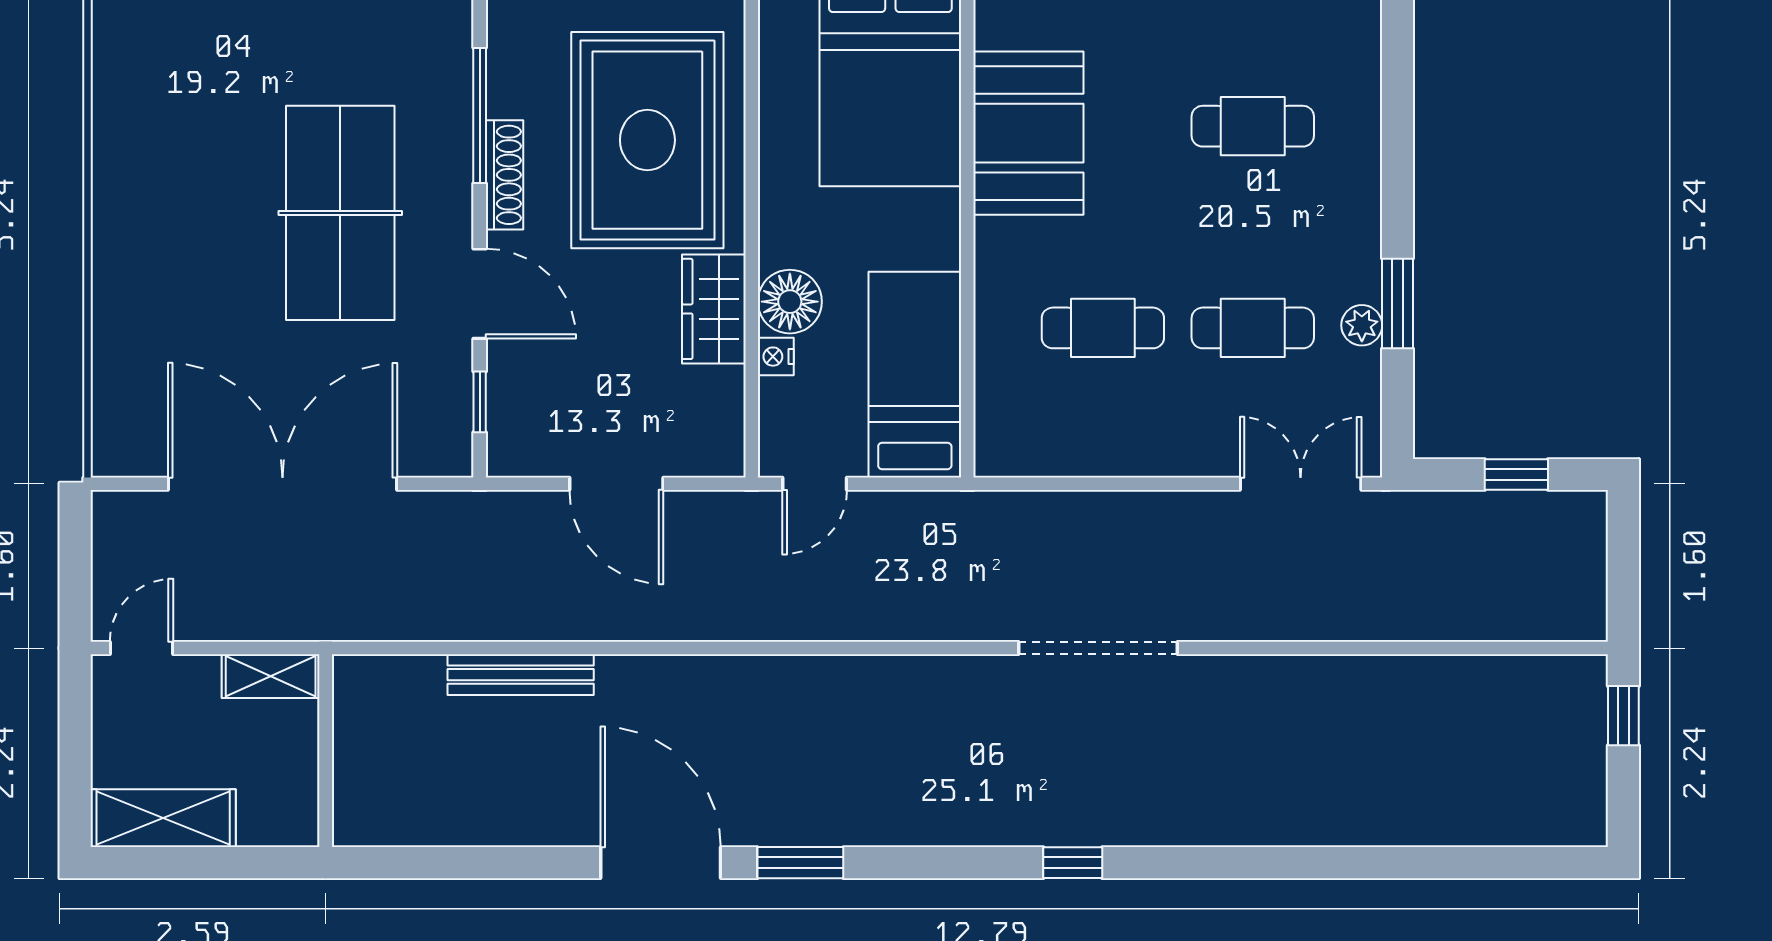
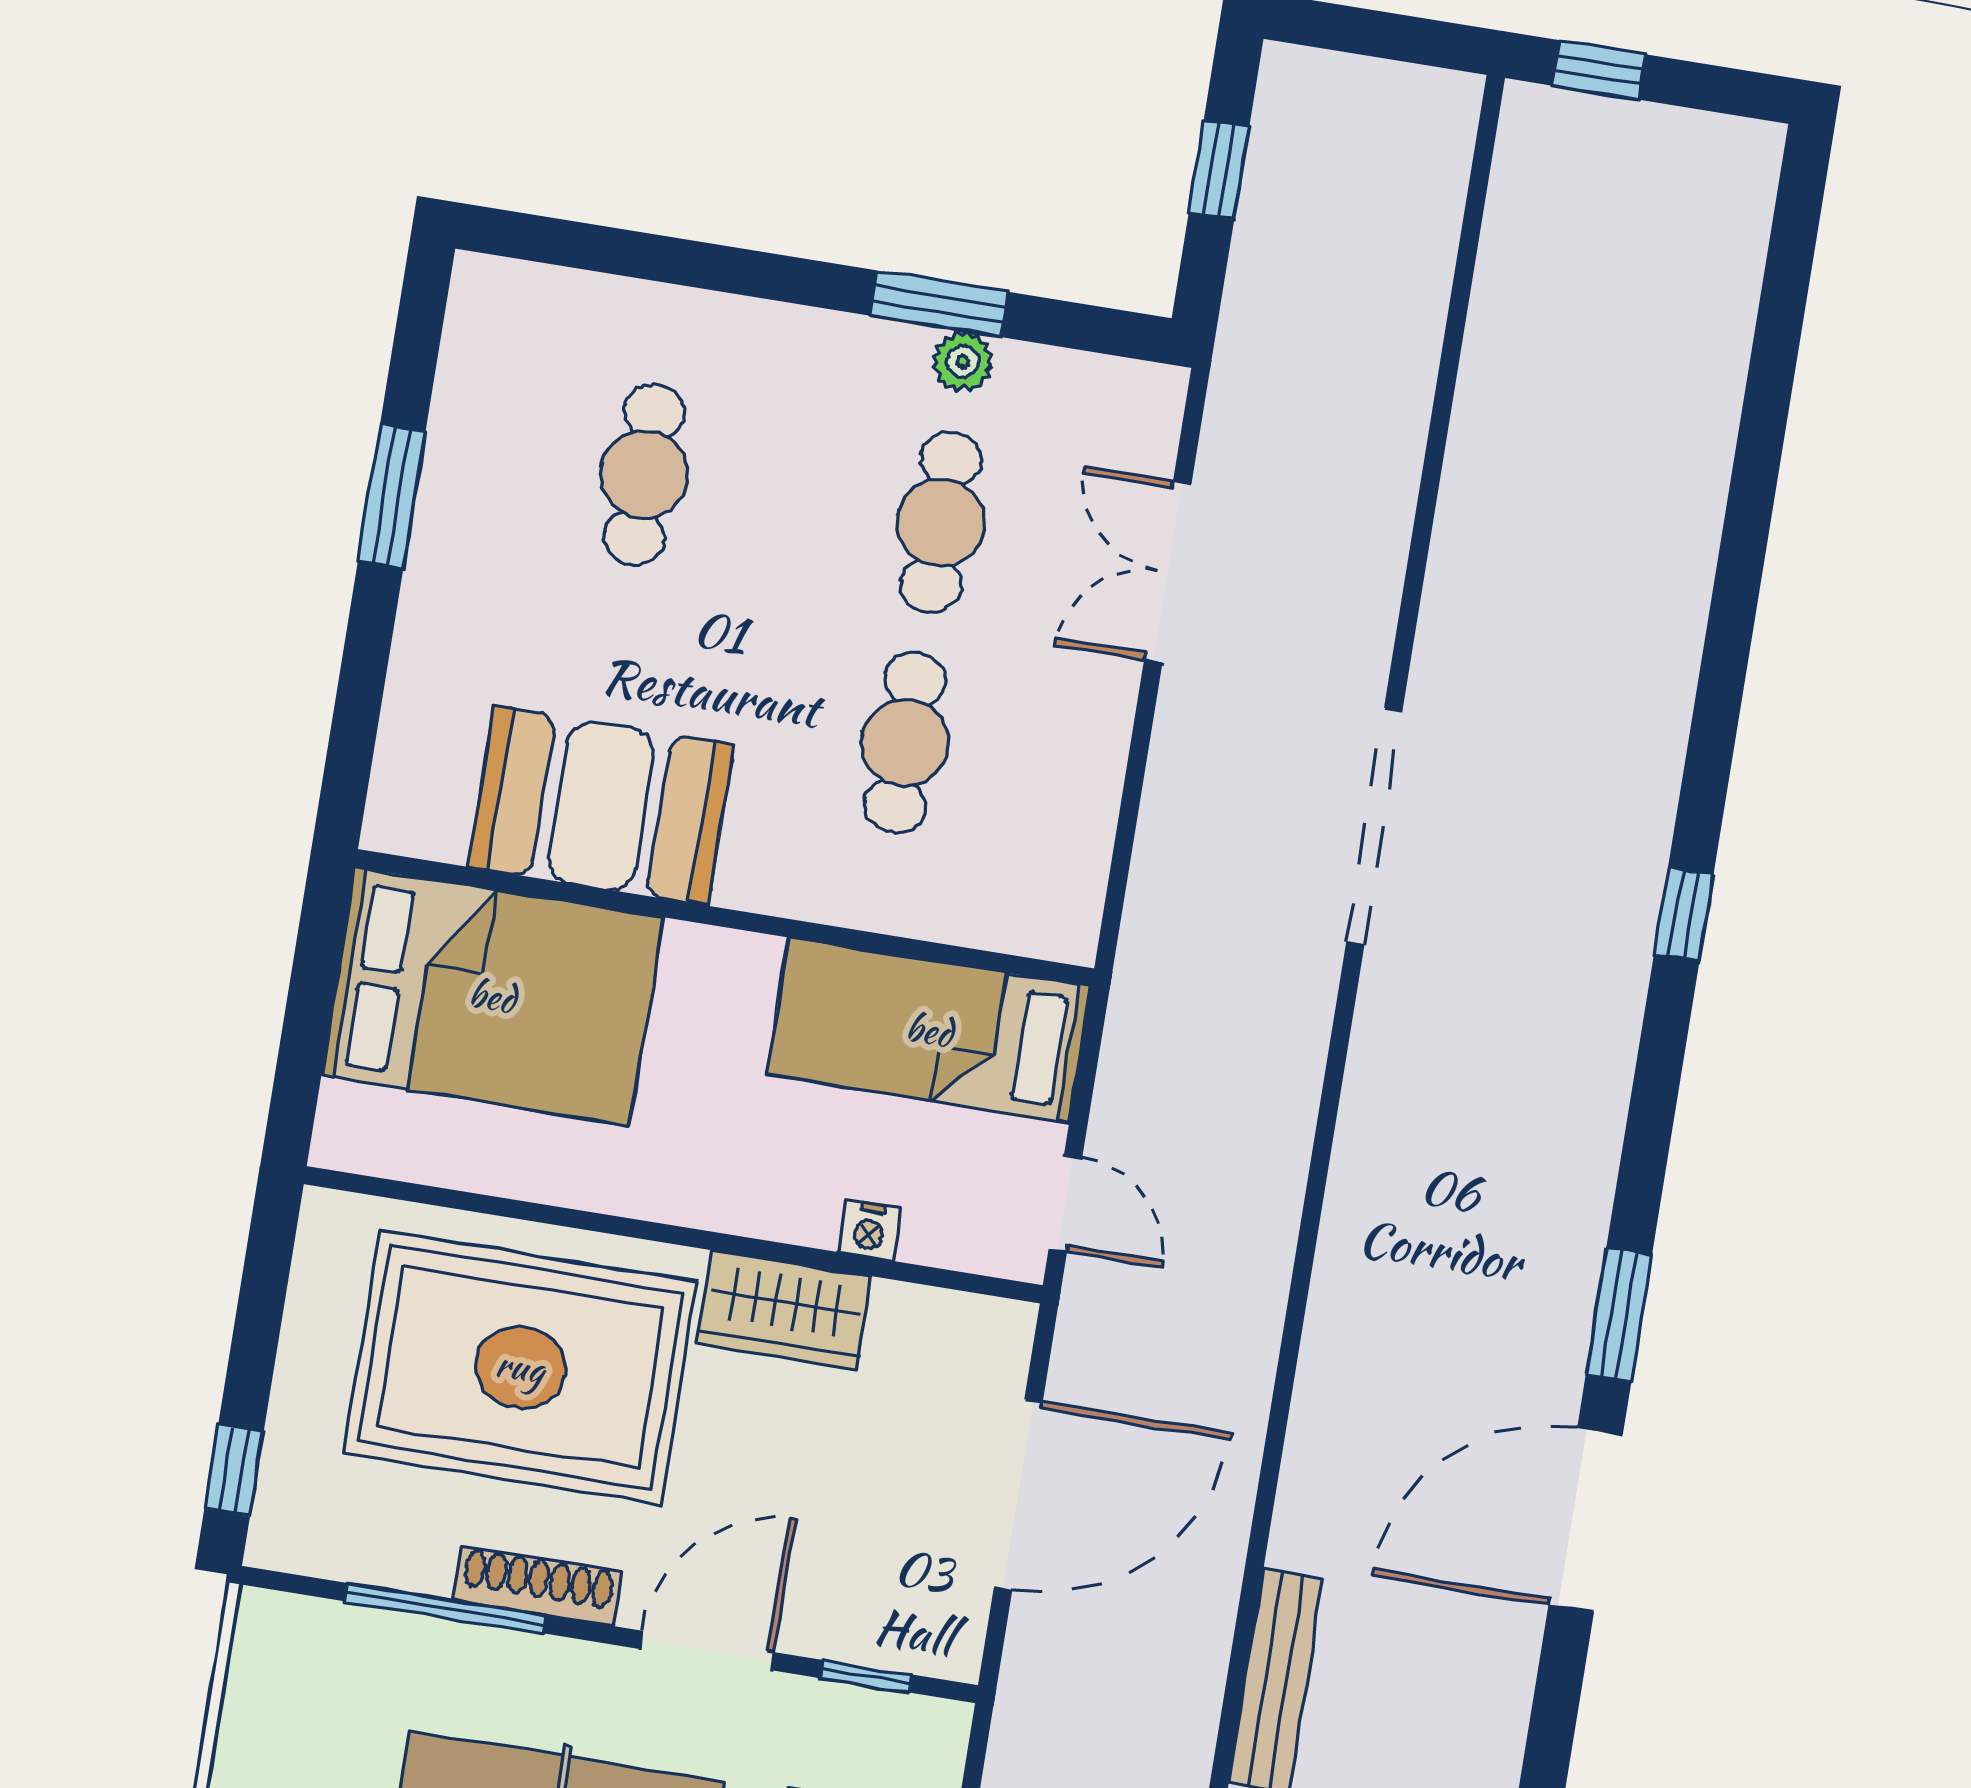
floor lamp: (790, 302) -> (792, 1196), removed
door: (616, 484) -> (1018, 1495), width x1.36
double door: (1301, 484) -> (1168, 572), moved

